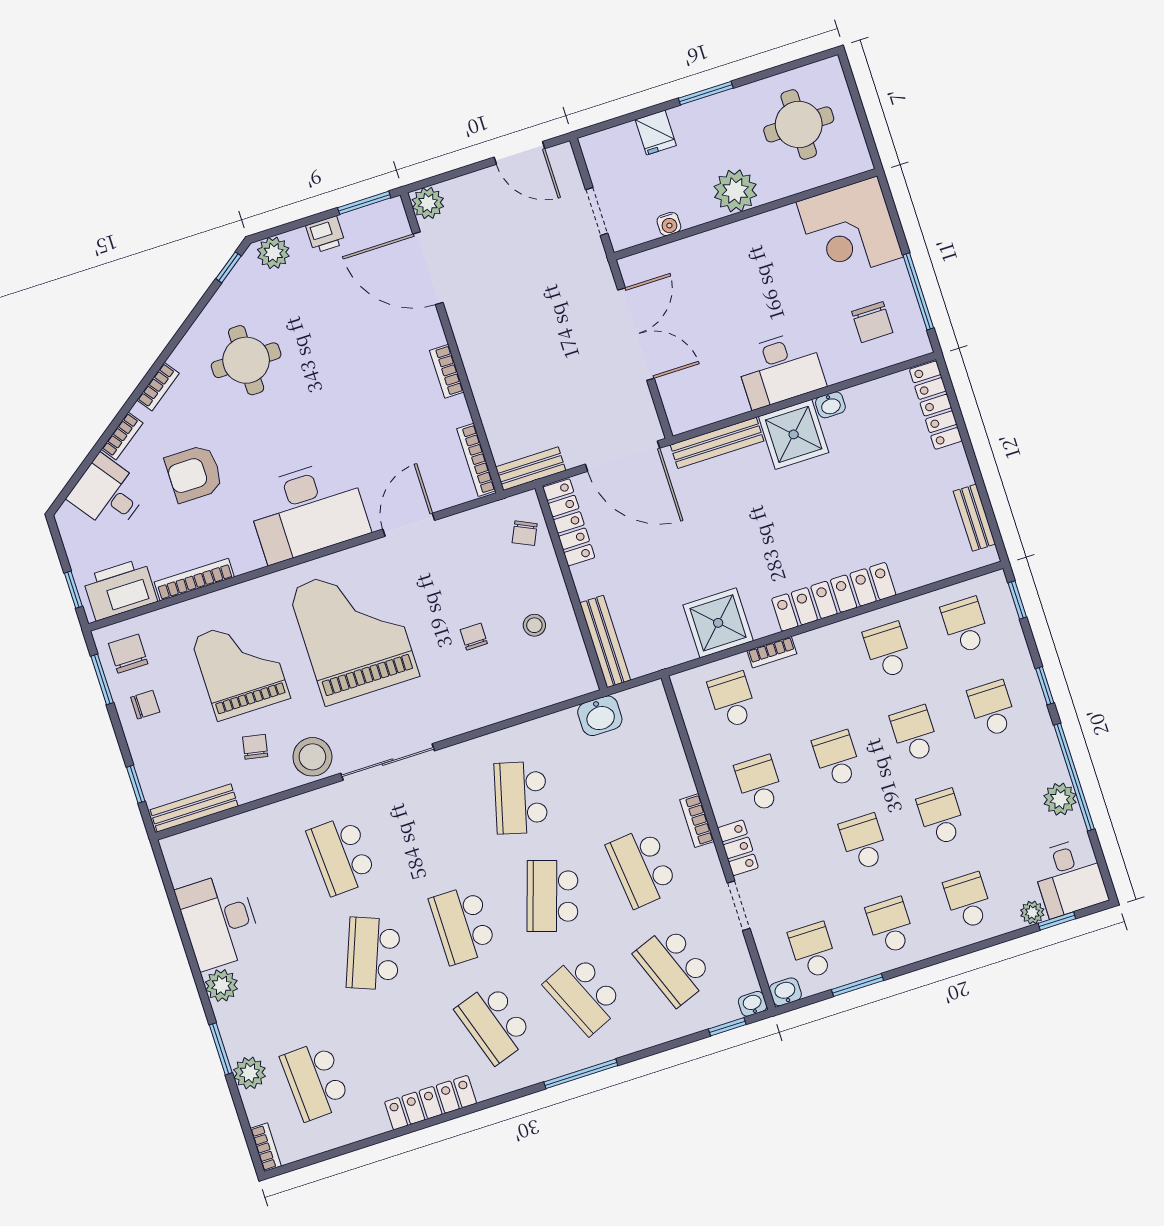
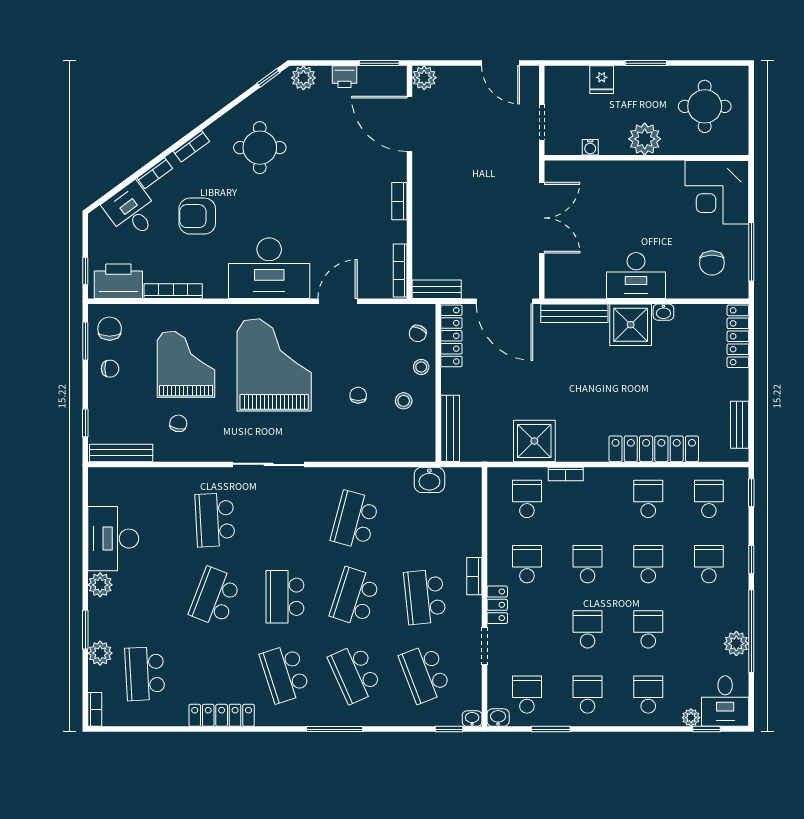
locker: (834, 597) -> (654, 449), moved
stool: (312, 757) -> (421, 367), moved, width x0.53, depth x0.53

